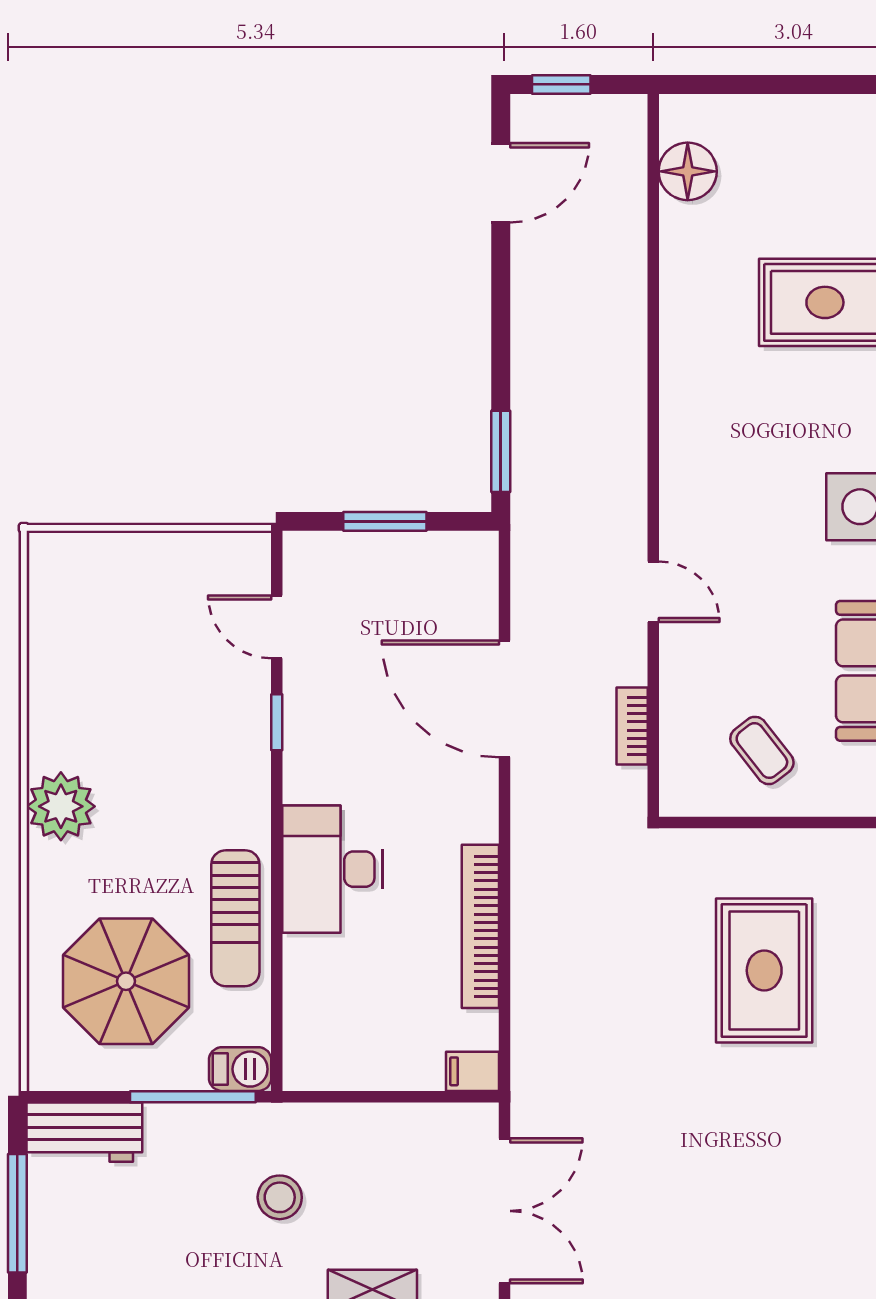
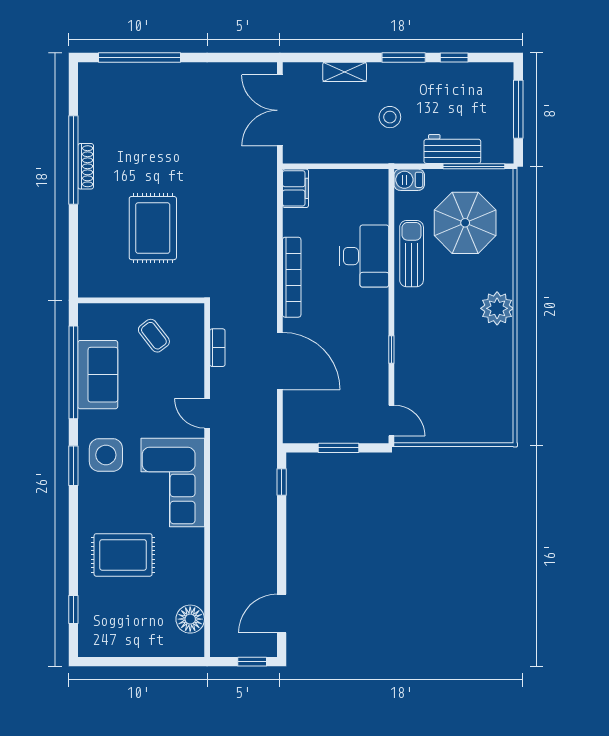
corner sofa: (723, 450) -> (173, 483), added
window: (501, 451) -> (282, 482), width x0.67
door: (277, 627) -> (391, 421), moved
desk: (332, 869) -> (364, 256), moved
bookcase: (480, 926) -> (292, 277), moved
filing cabinet: (473, 1071) -> (296, 188), width x2.00
window: (193, 1097) -> (474, 166), moved
workbench: (84, 1132) -> (452, 149), moved

